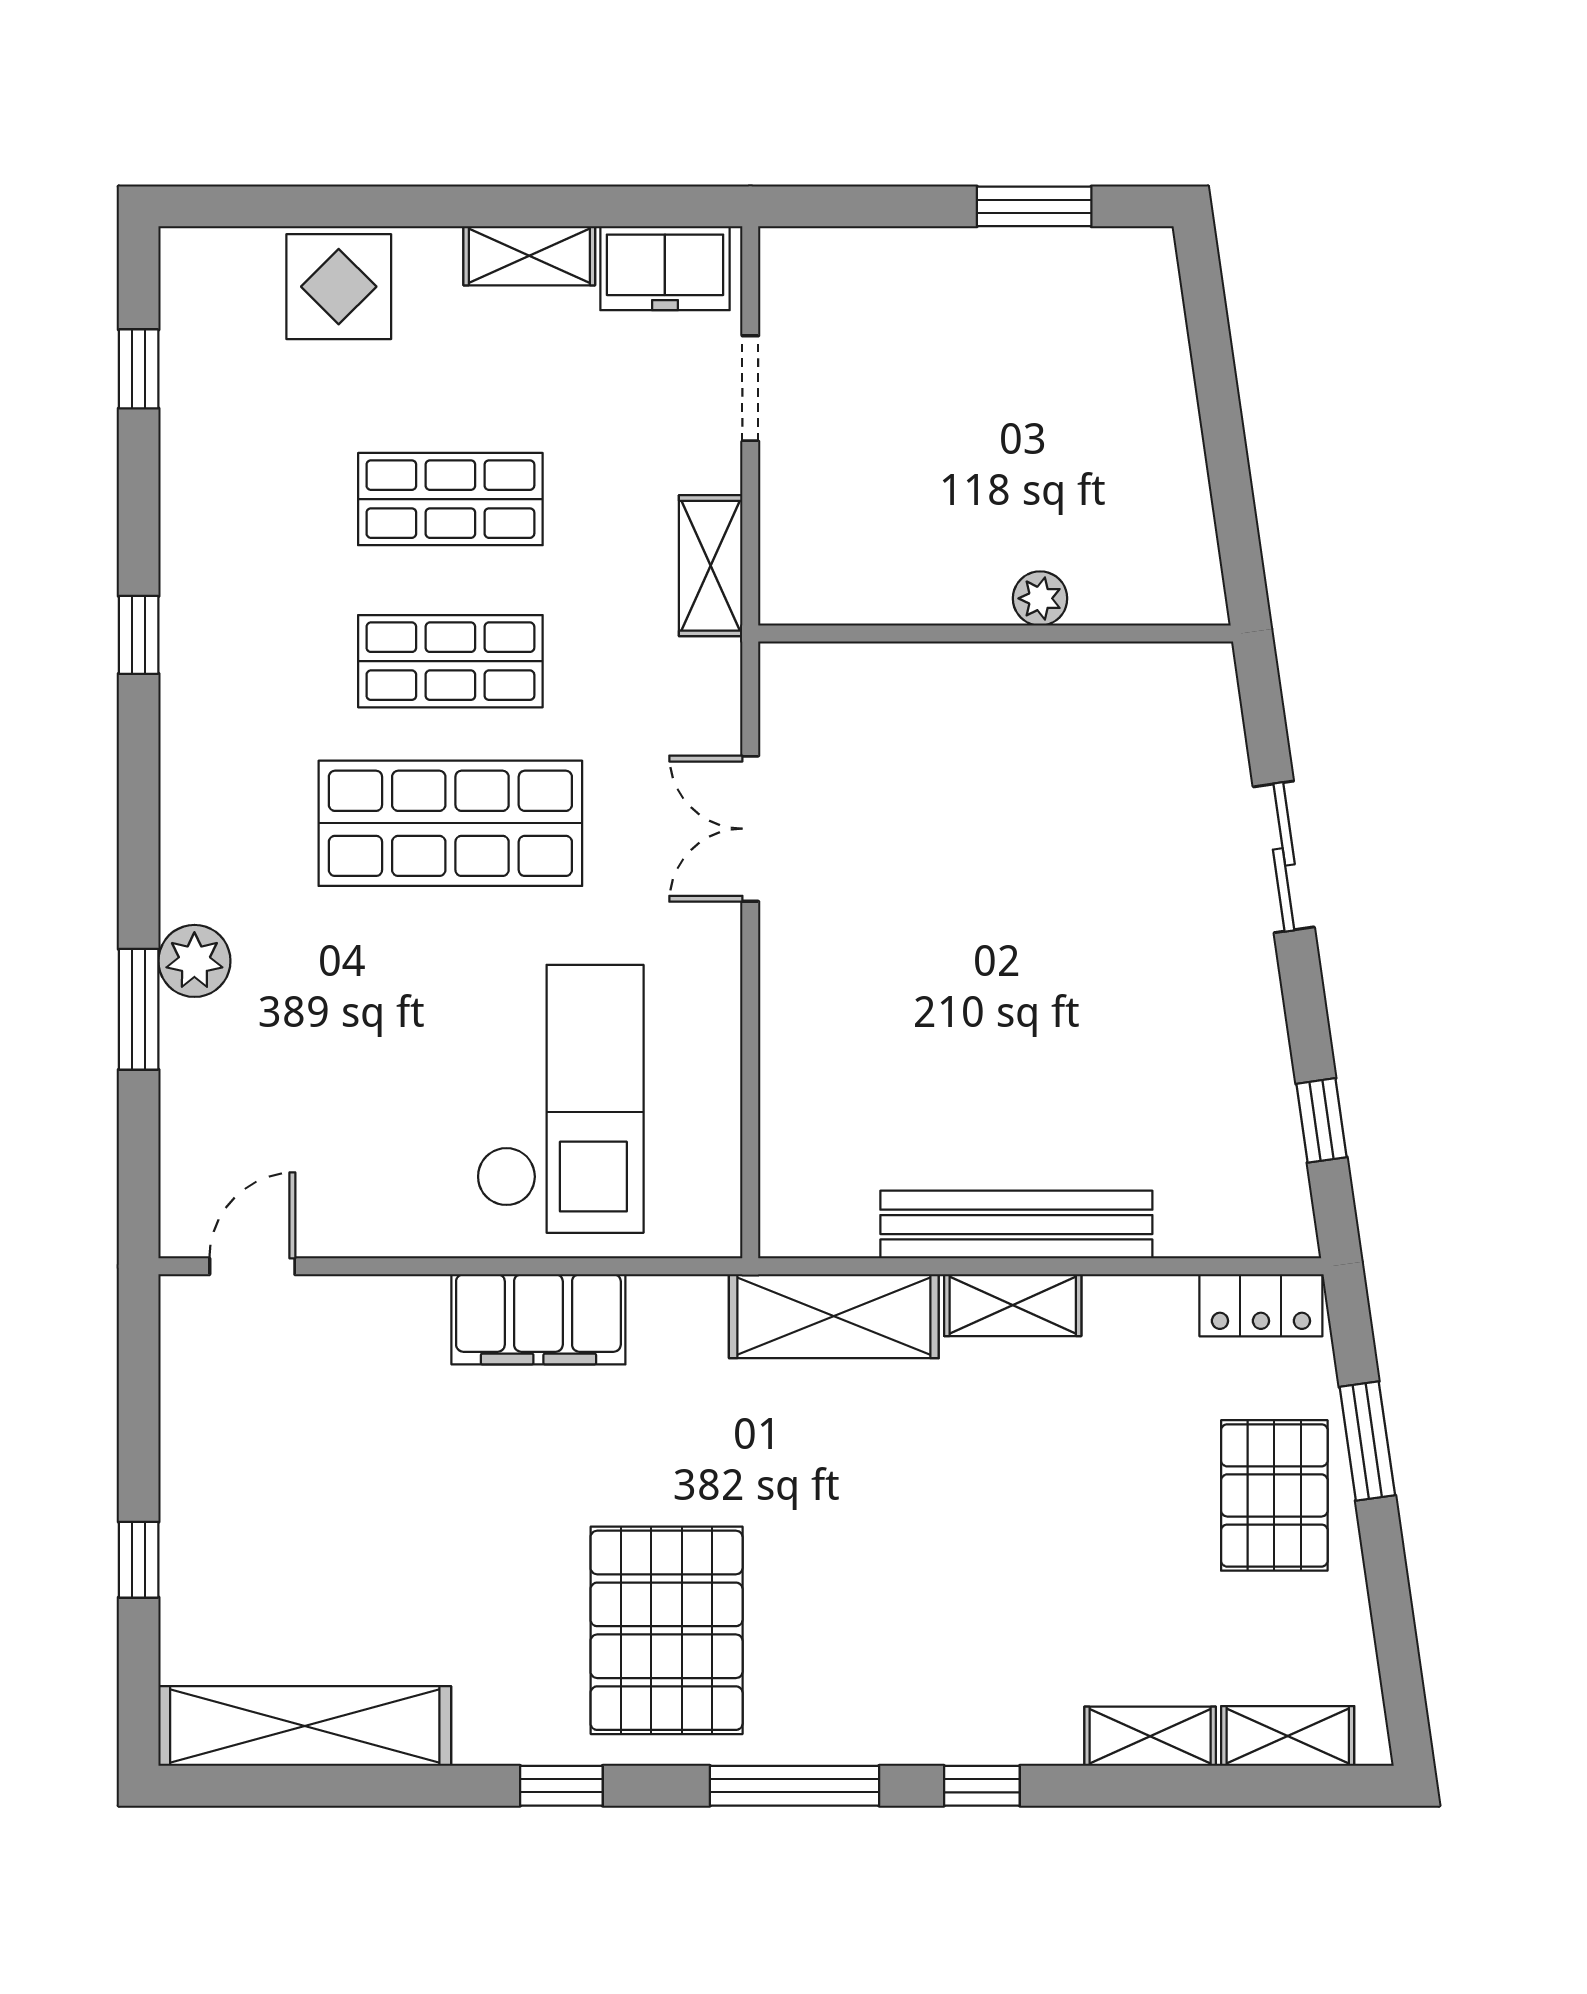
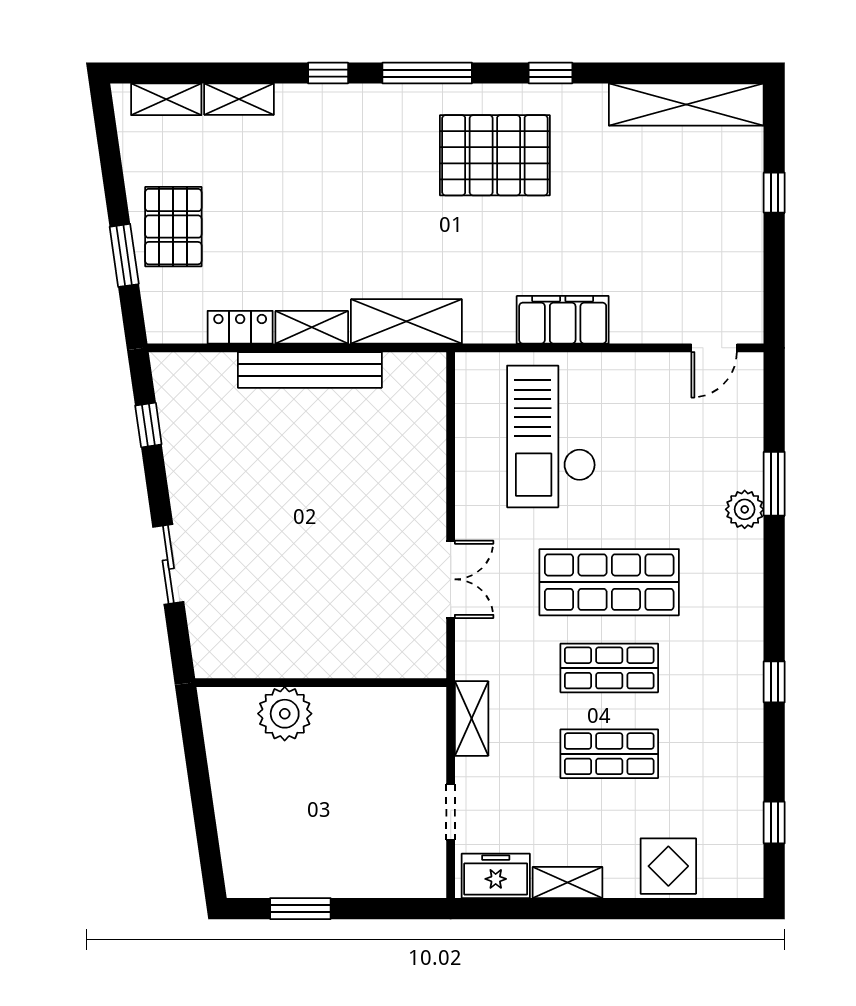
plant: (1040, 598) -> (285, 714), width x1.88, depth x1.88
locker: (1261, 1305) -> (240, 327), moved
pallet: (667, 1630) -> (495, 155), turned 90

